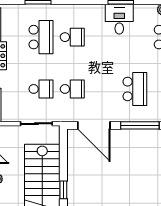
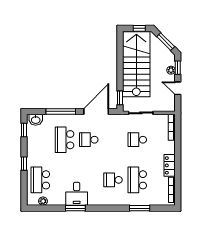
school desk: (72, 89) -> (89, 140), moved
door: (94, 125) -> (96, 111), hinge flipped
window: (63, 190) -> (120, 98), moved

